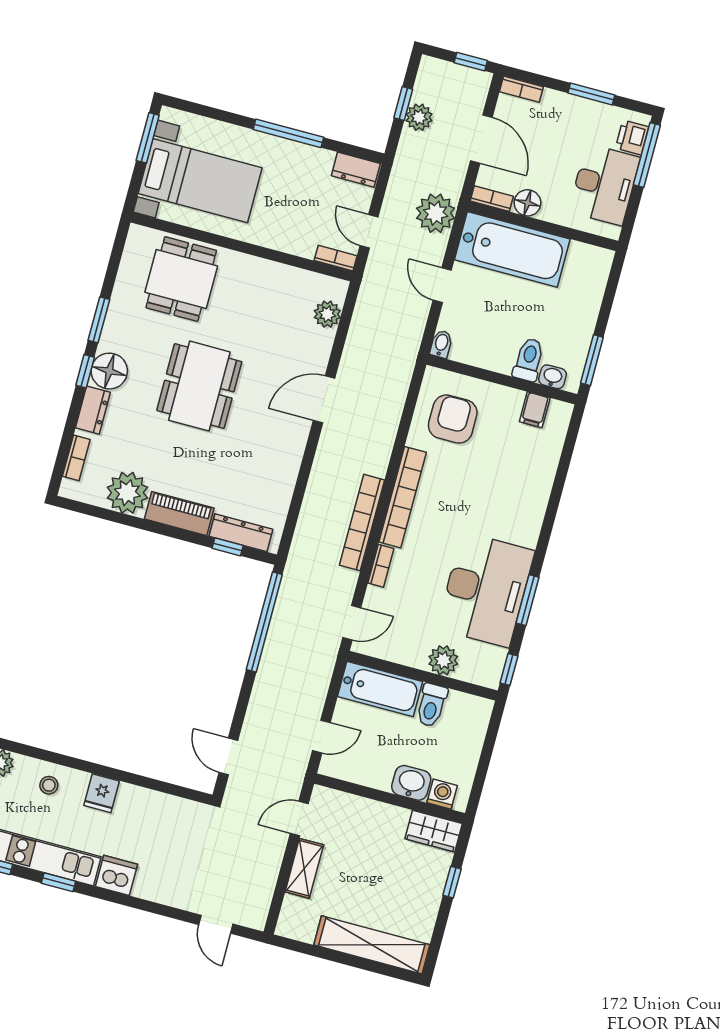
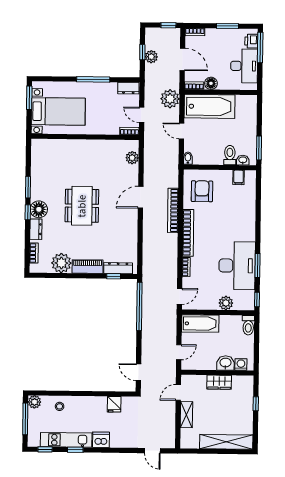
dining table: (181, 279) -> (61, 159), removed
bookcase: (362, 523) -> (173, 210), moved
toilet: (432, 705) -> (248, 325), moved
fridge: (102, 793) -> (114, 404), moved
wardrobe: (434, 831) -> (219, 382), moved

